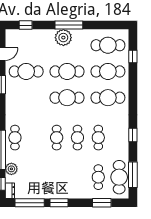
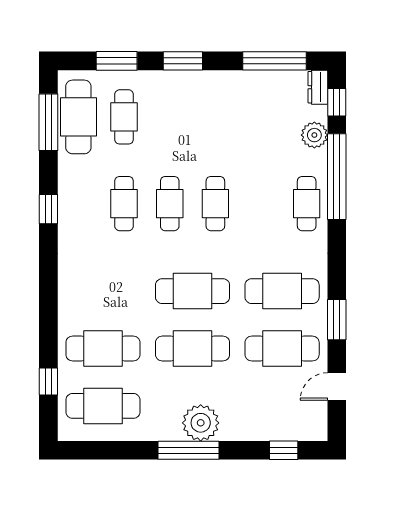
cafe table: (108, 98) -> (282, 291), moved
window: (59, 203) -> (183, 61), moved

